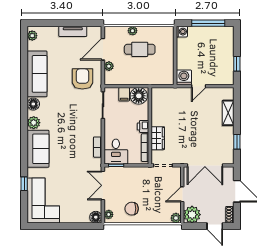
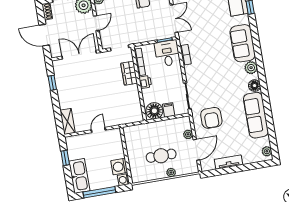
kitchen sink: (226, 43) -> (79, 176), added
washing machine: (184, 77) -> (119, 167), moved, turned 90
shelving: (228, 113) -> (68, 121), moved

